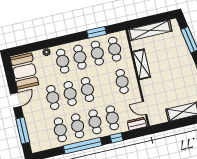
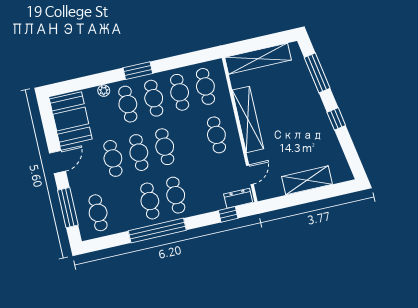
window: (97, 32) -> (138, 71), moved
shelving: (142, 64) -> (248, 119), width x1.47
door: (145, 108) -> (250, 175), swing flipped
cafe table: (112, 118) -> (202, 189), removed
cafe table: (60, 130) -> (98, 213), moved
window: (117, 138) -> (228, 214), moved

